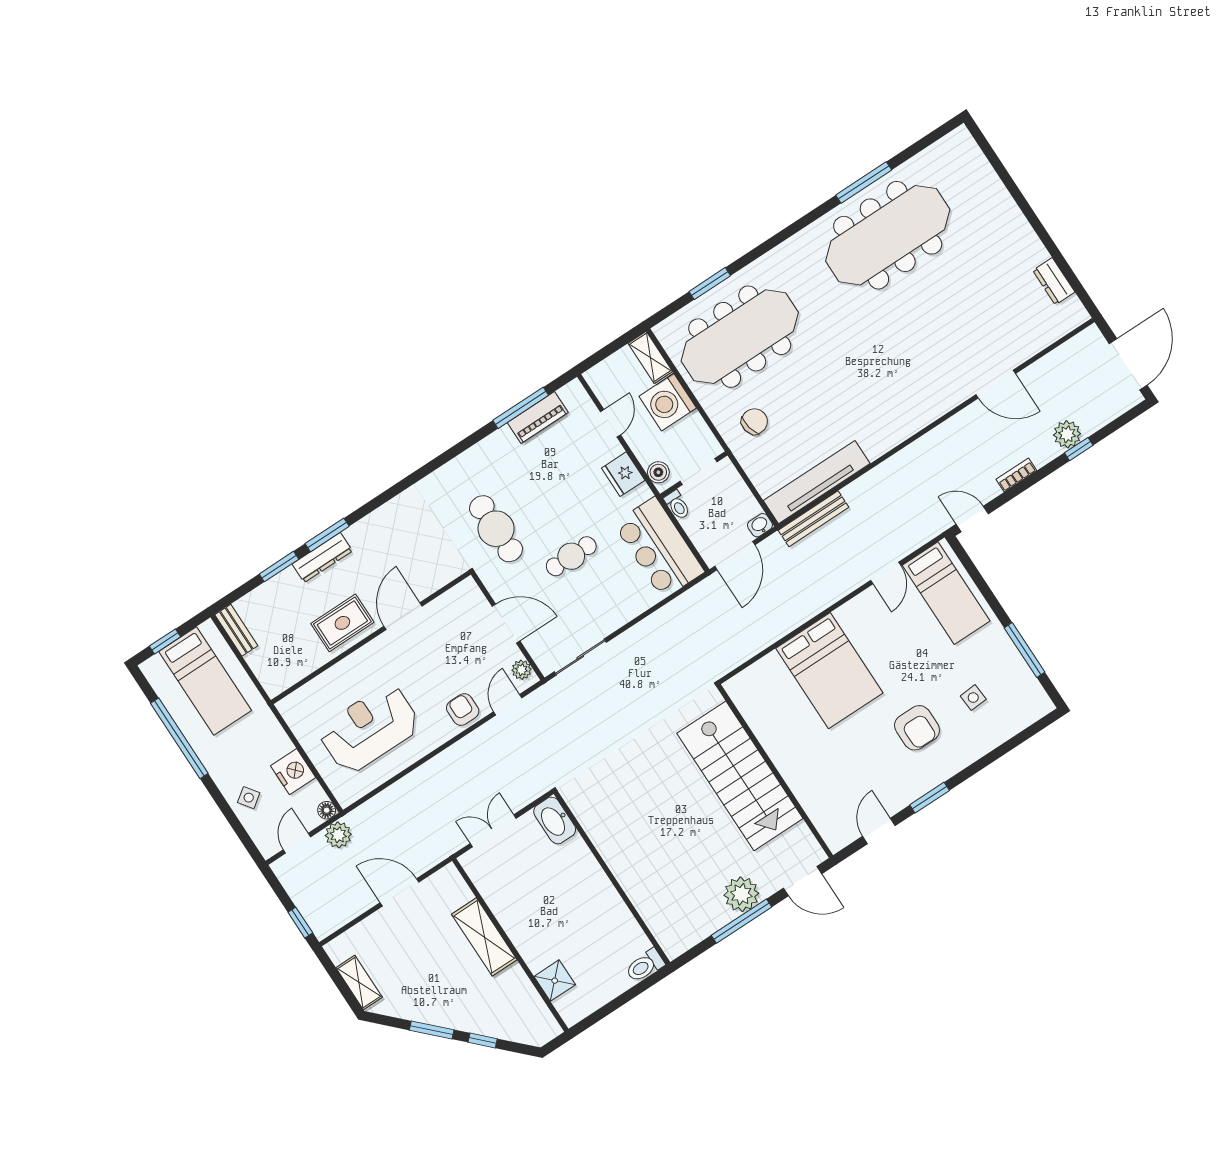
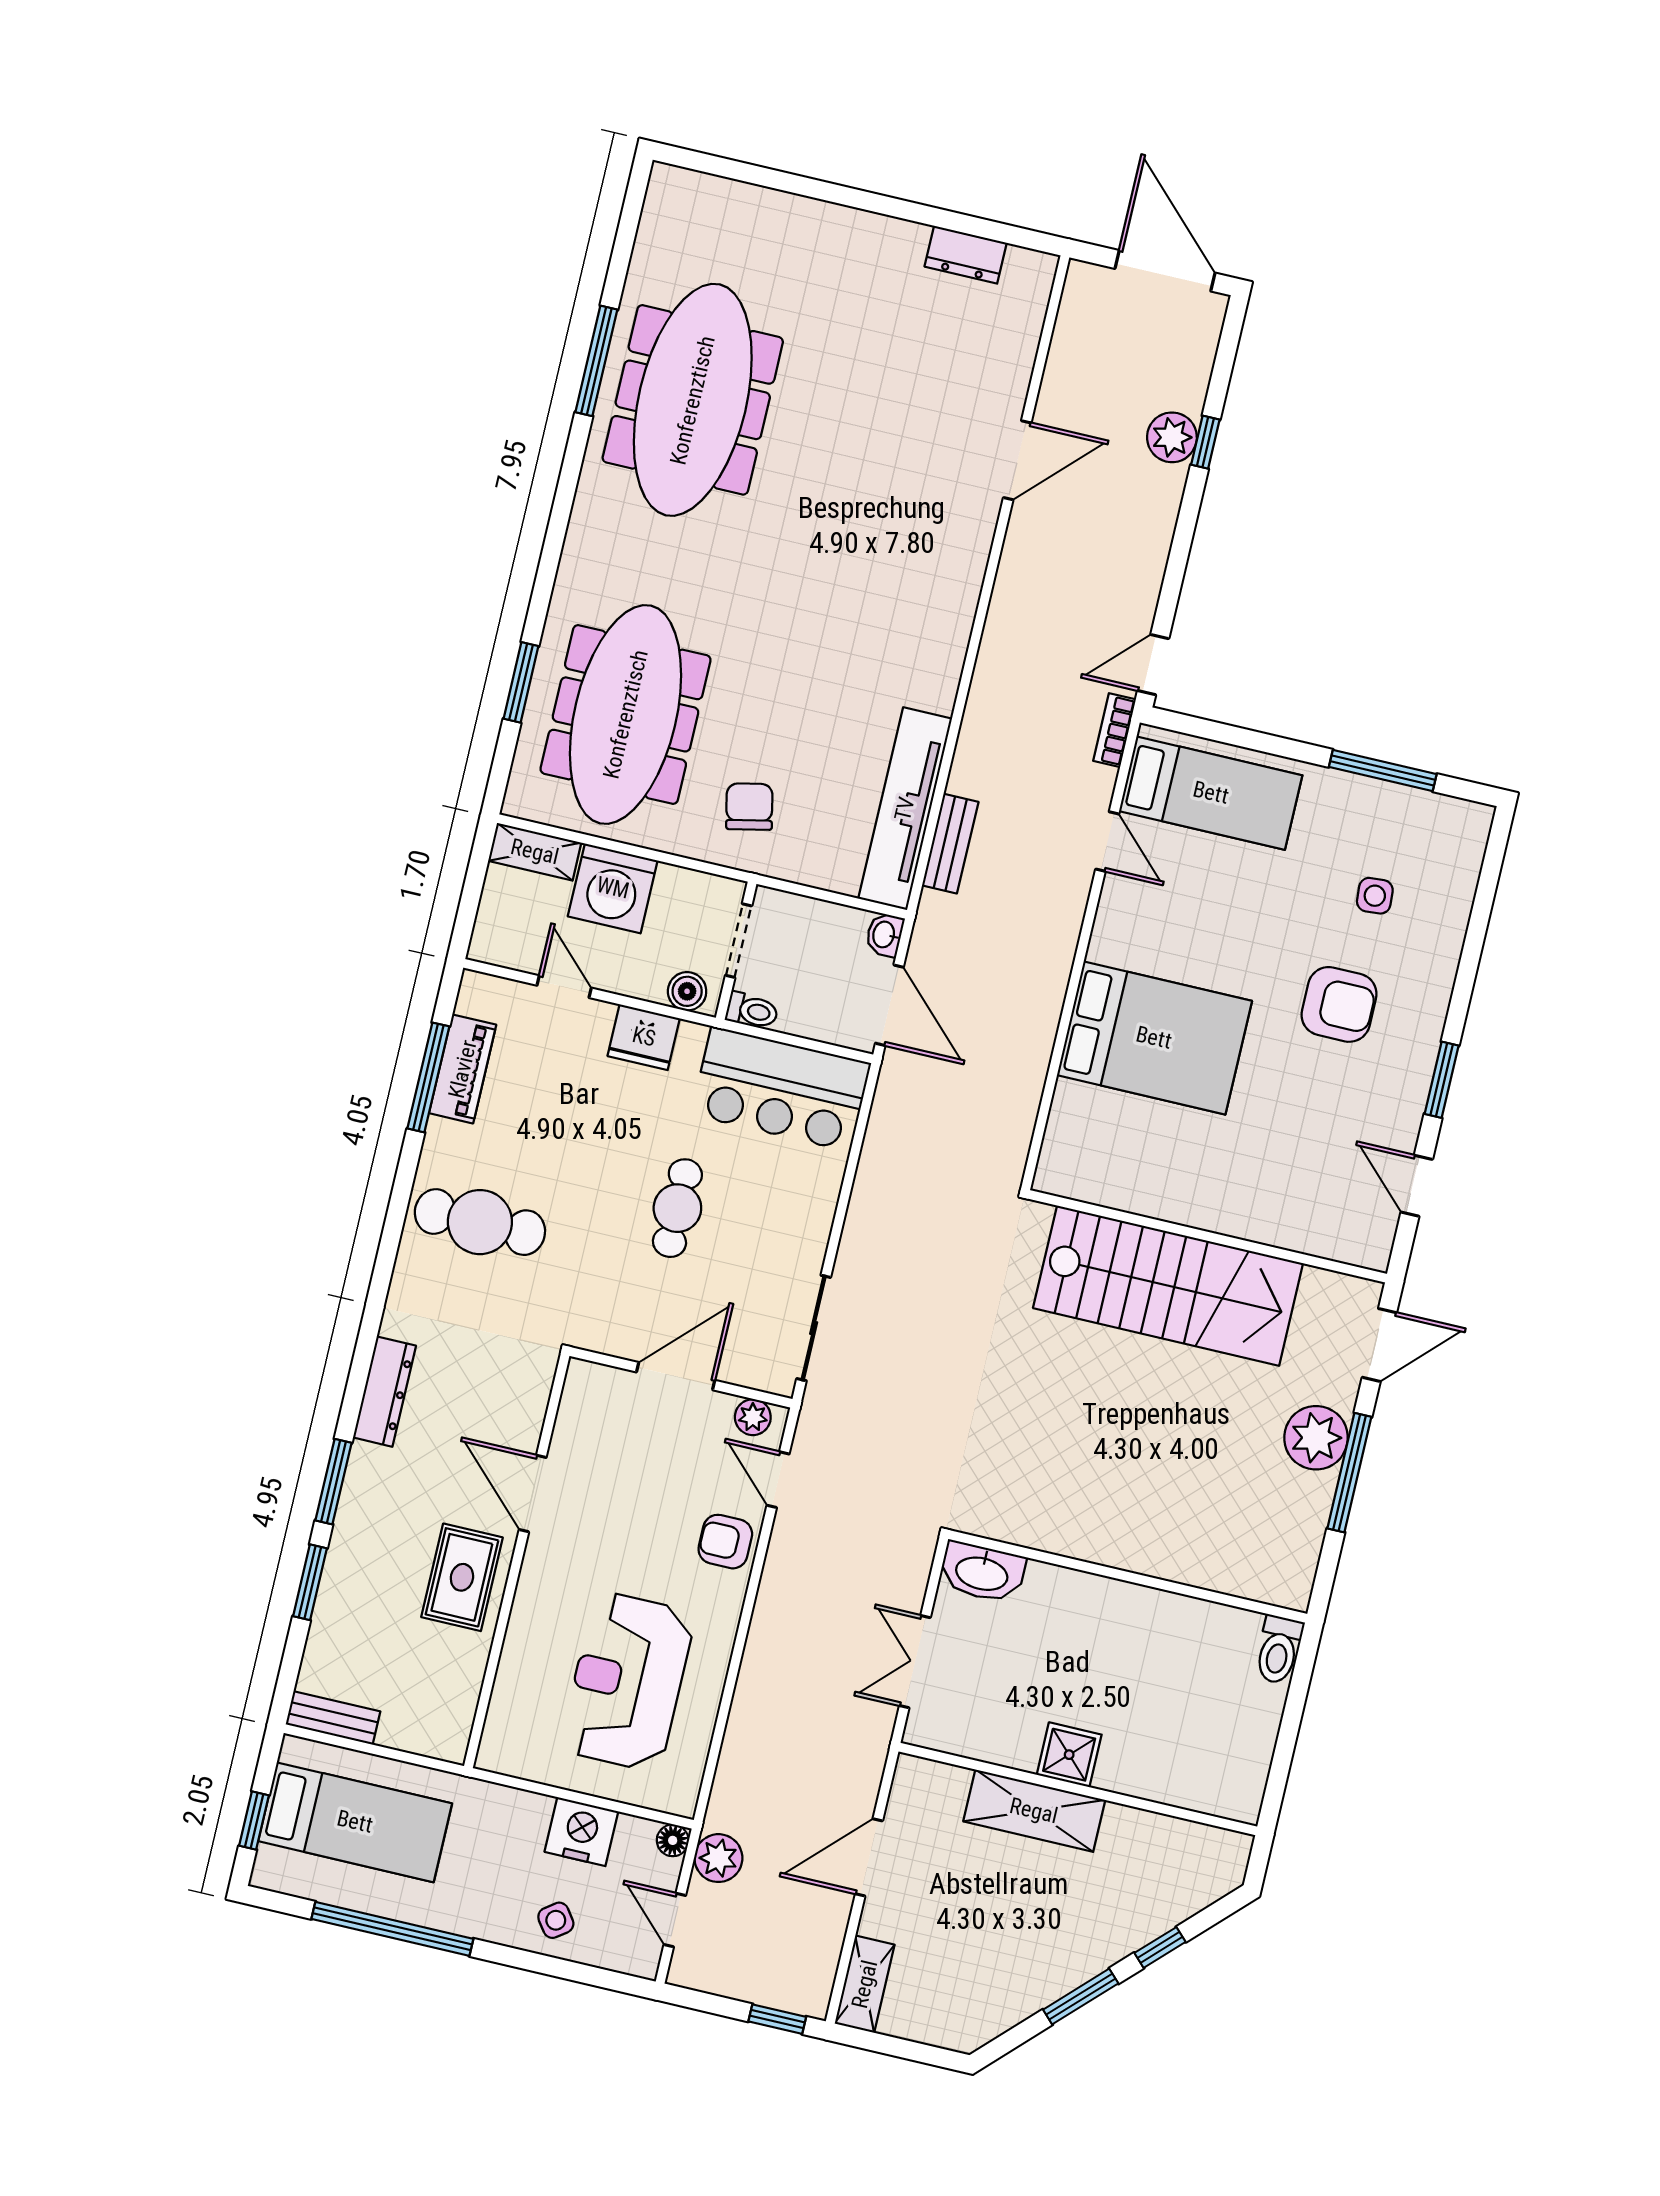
bookcase: (1016, 475) -> (1115, 730), moved
bench: (814, 519) -> (950, 844), width x0.73
cafe table: (496, 529) -> (480, 1222), moved
dresser: (322, 557) -> (384, 1392), moved
shower: (555, 981) -> (1069, 1755), moved
shelving: (359, 982) -> (865, 1984), moved, turned 90

